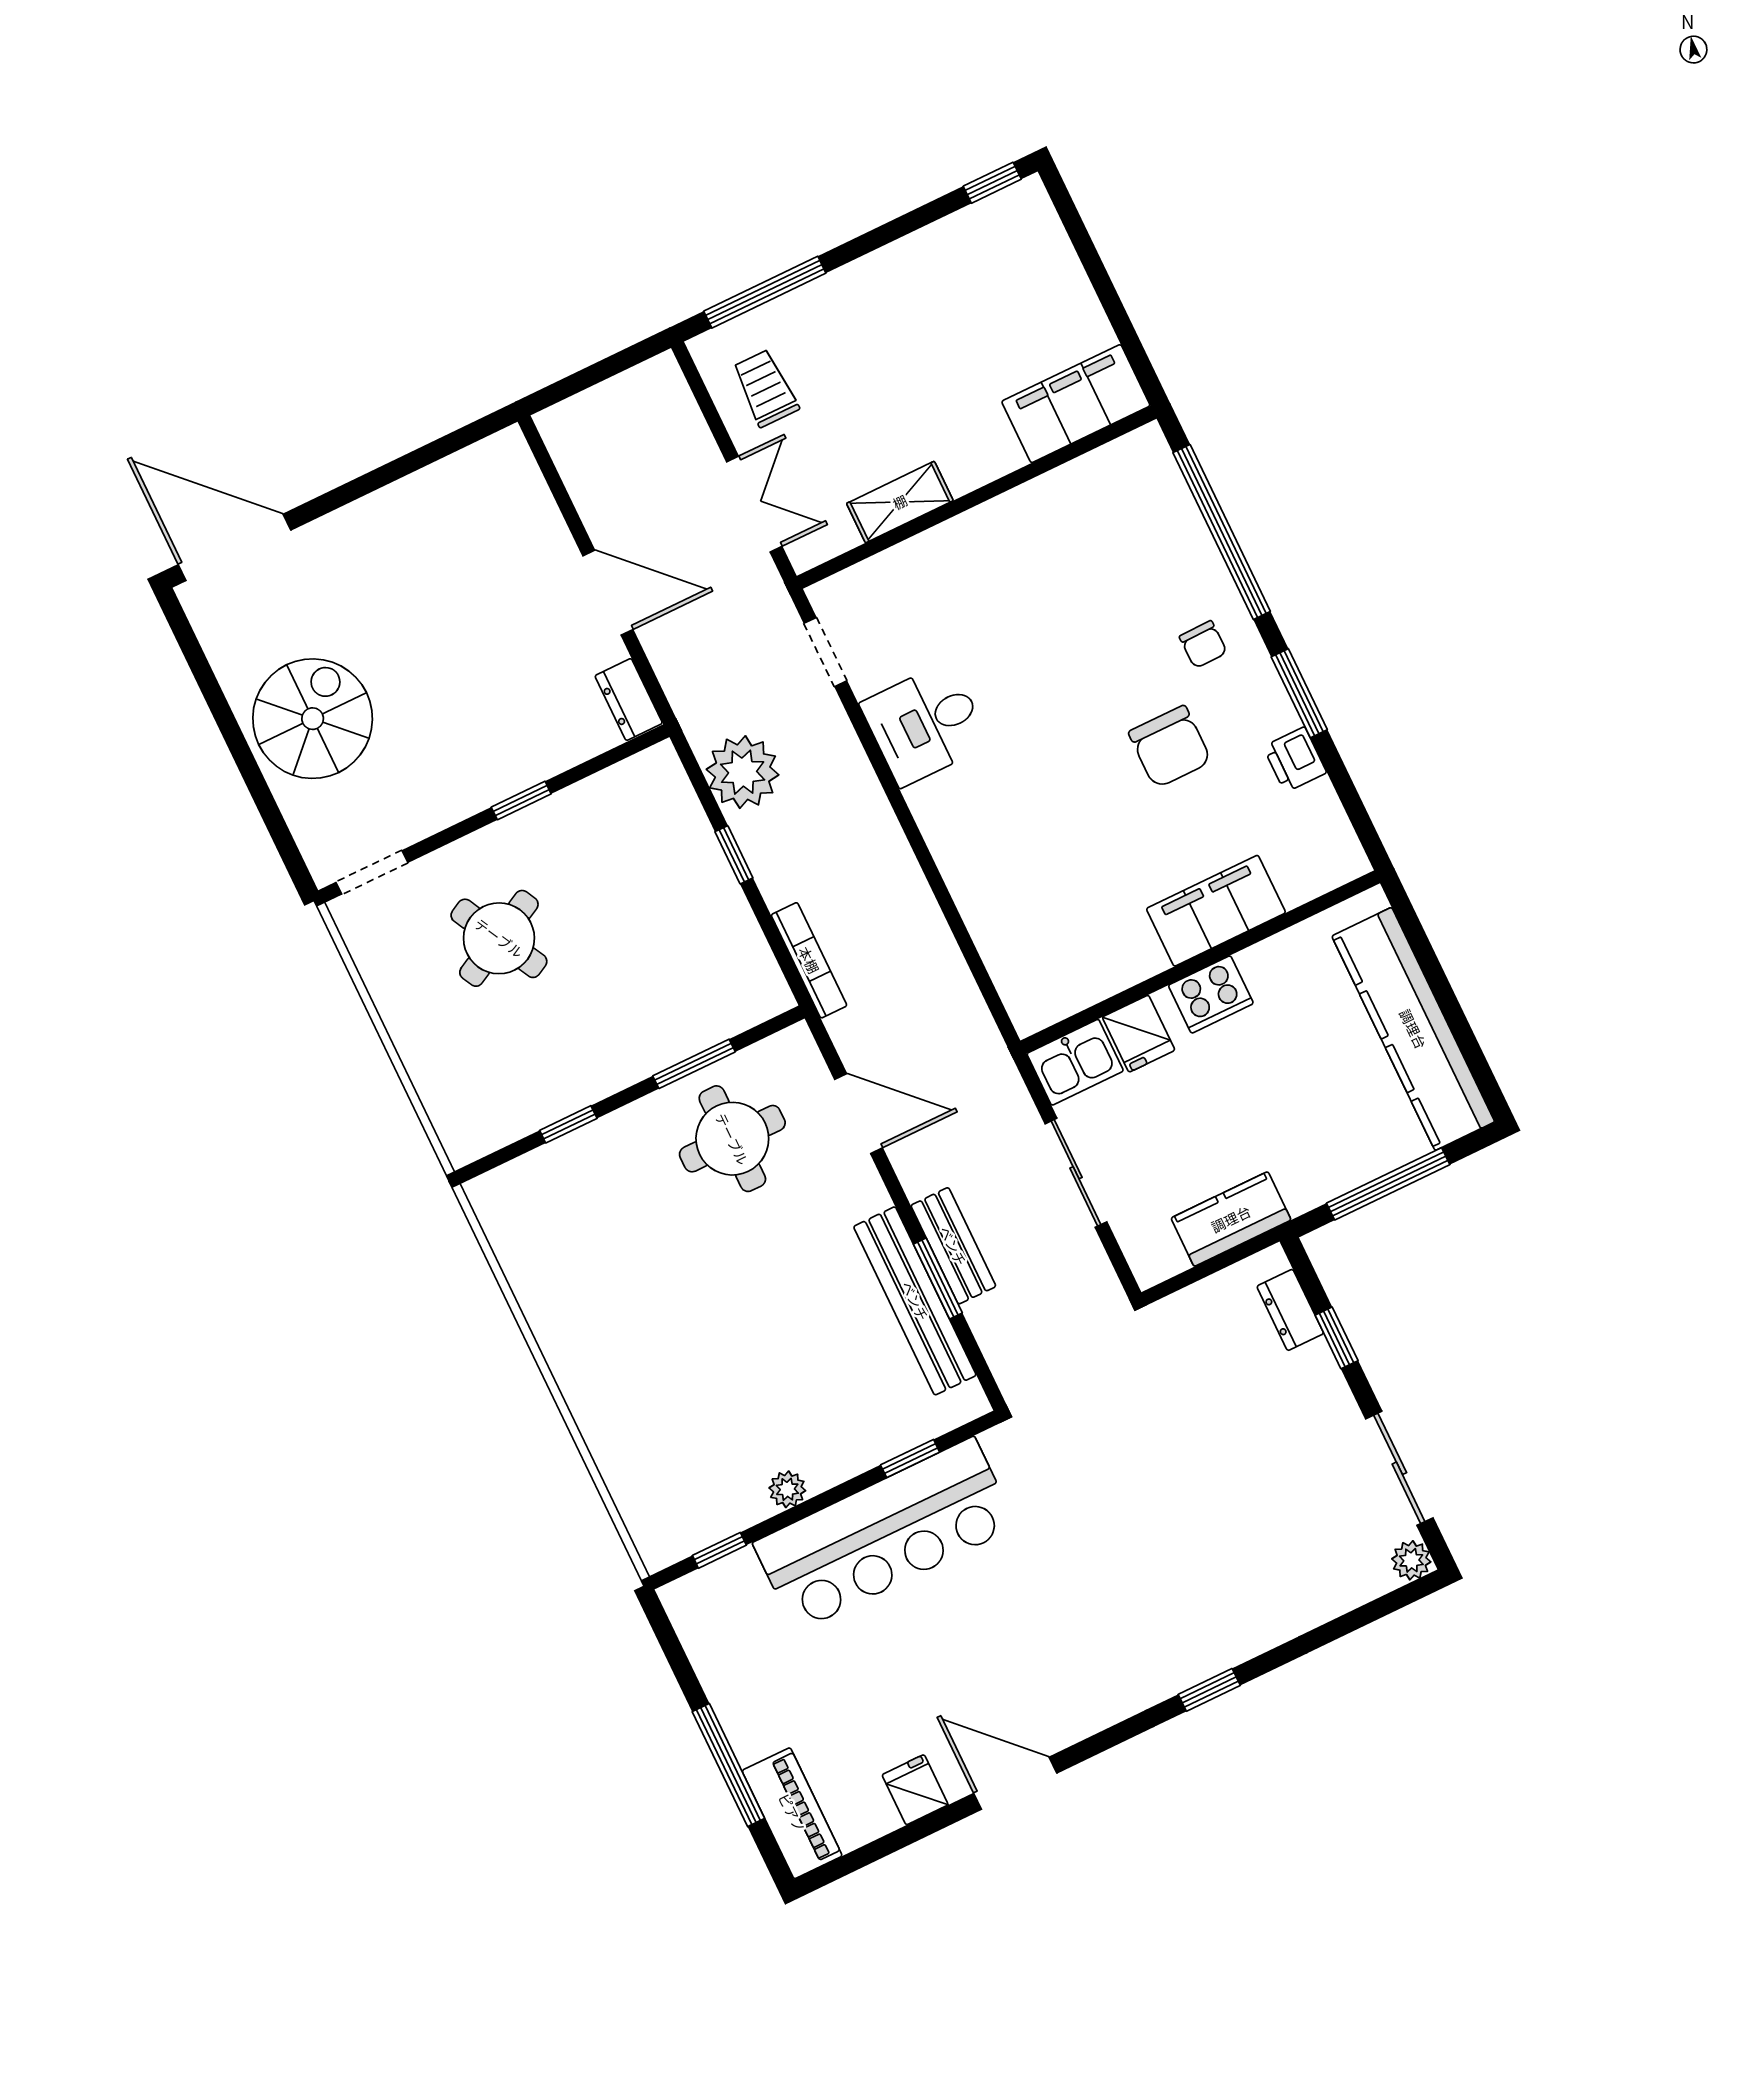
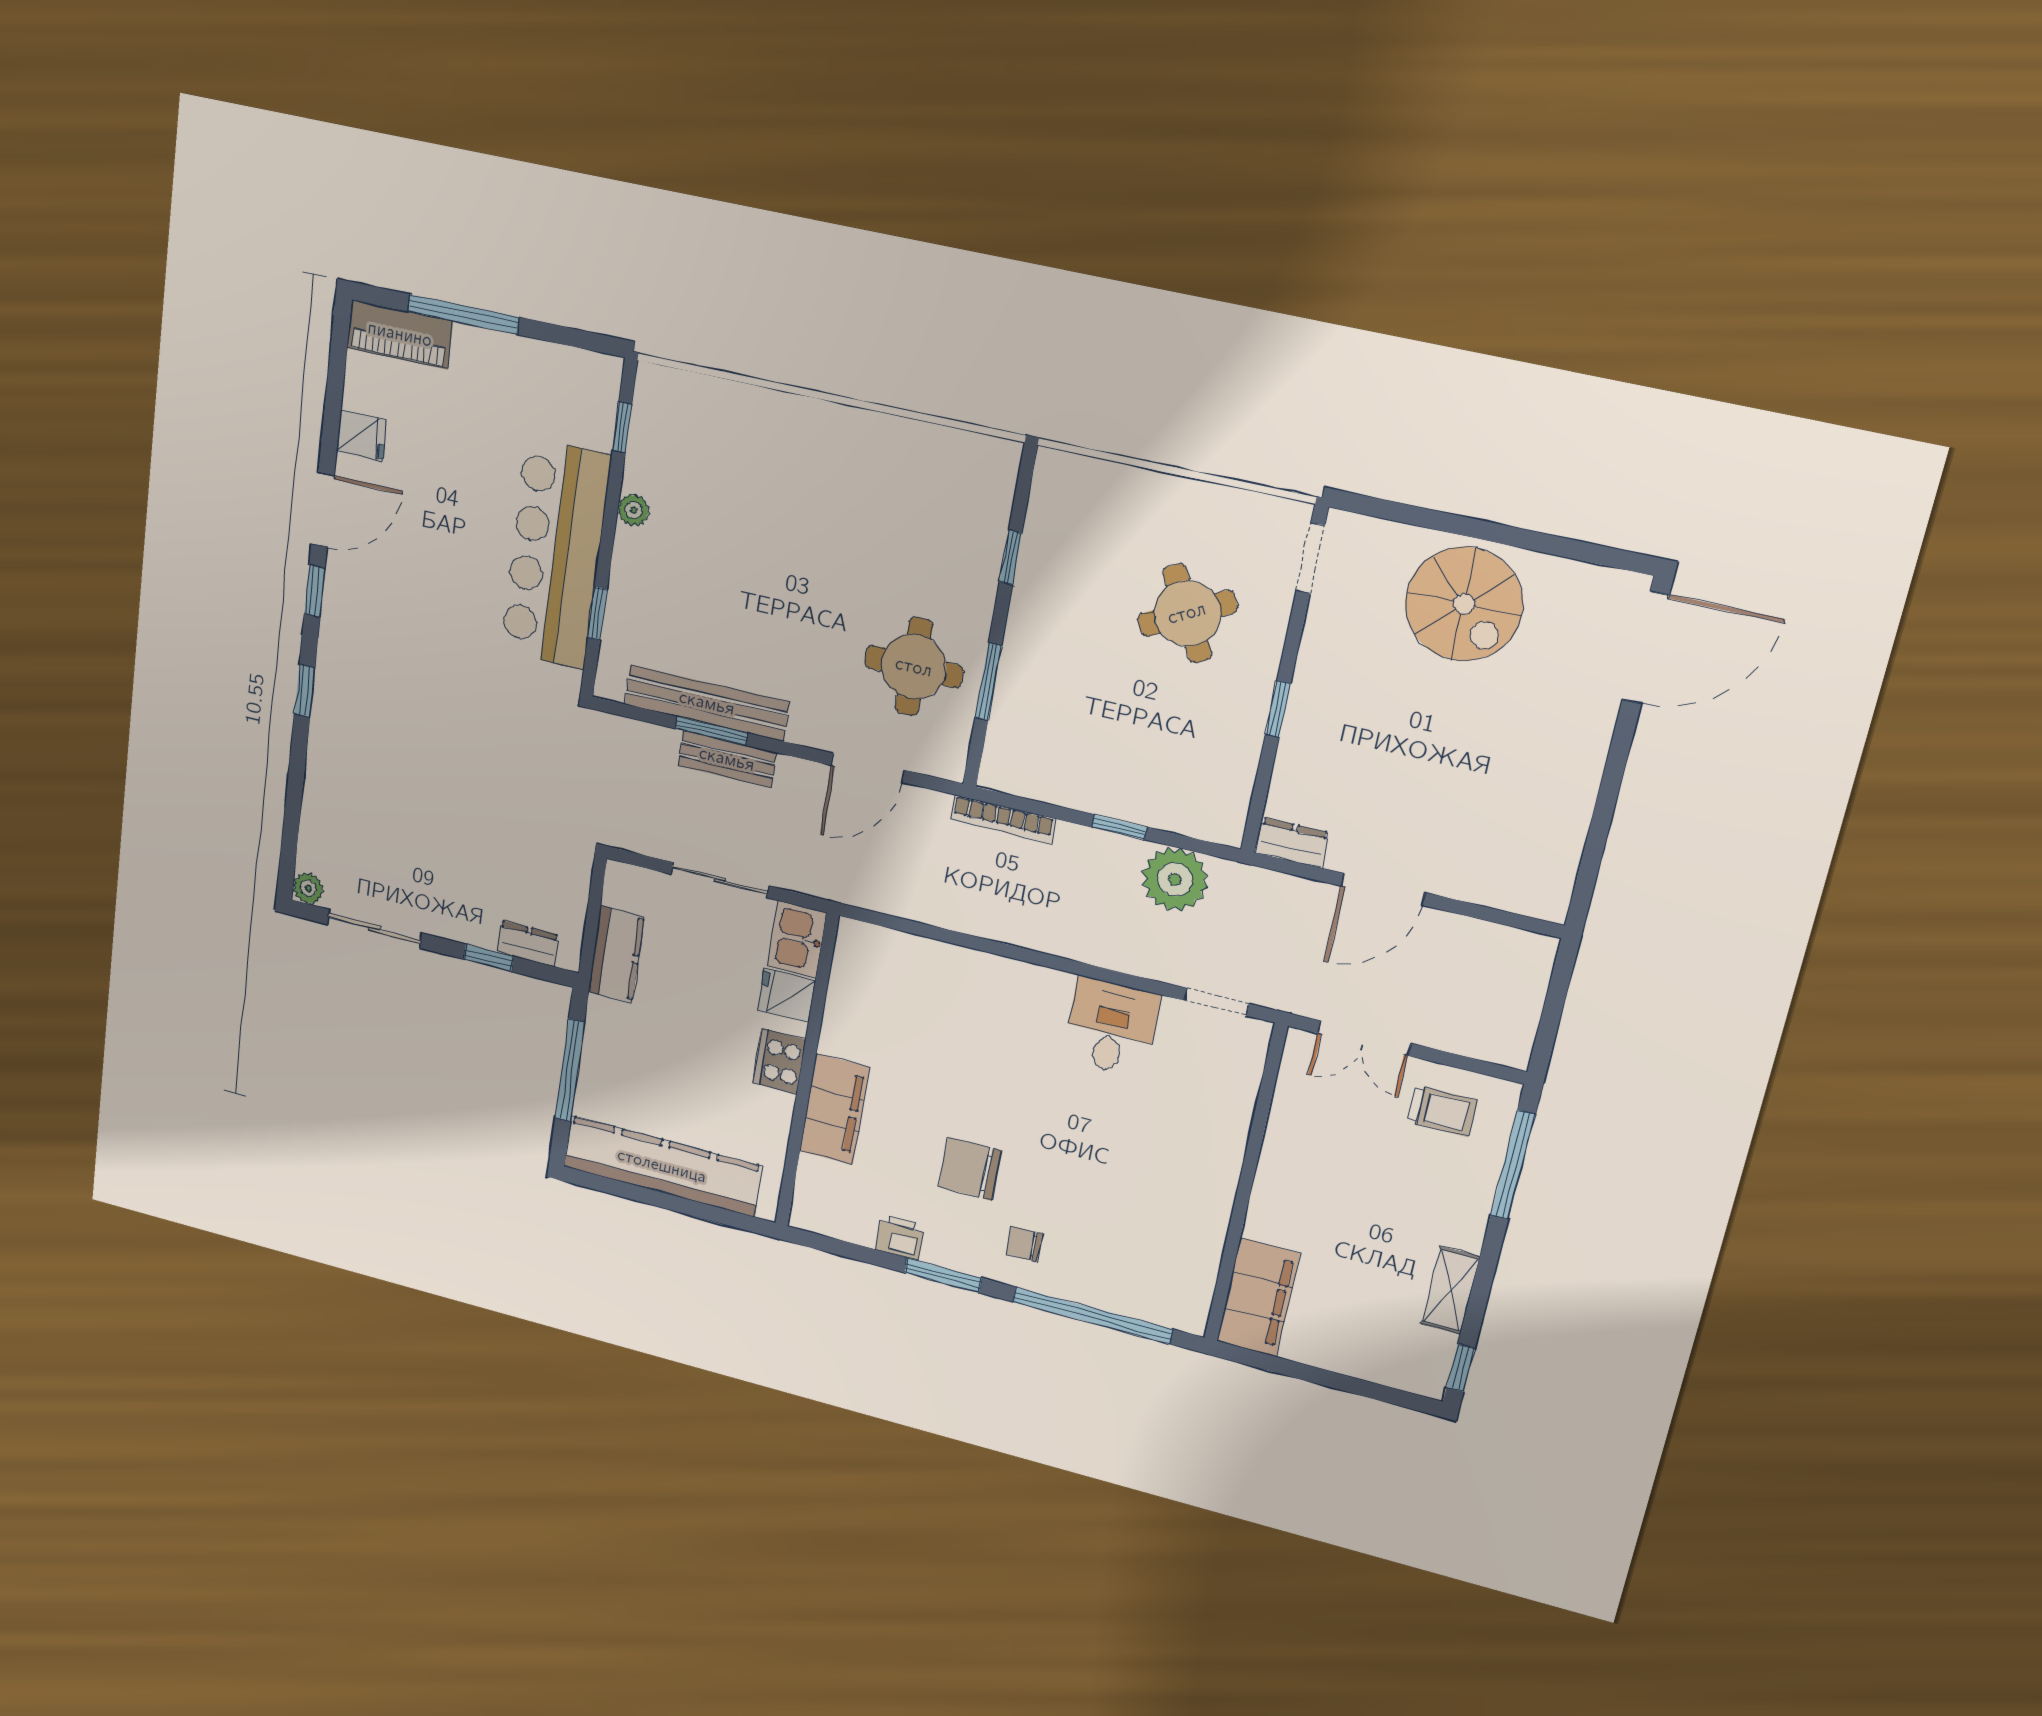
shelving: (900, 502) -> (1451, 1290), moved
window: (1101, 1742) -> (315, 591), added

